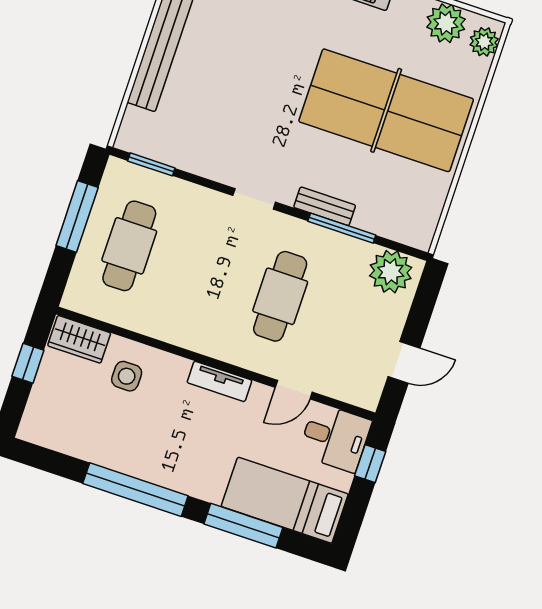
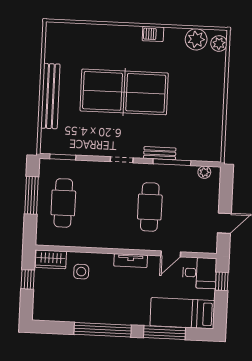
table tennis table: (386, 110) -> (124, 92), moved
plant: (391, 272) -> (204, 172), width x0.53, depth x0.53

